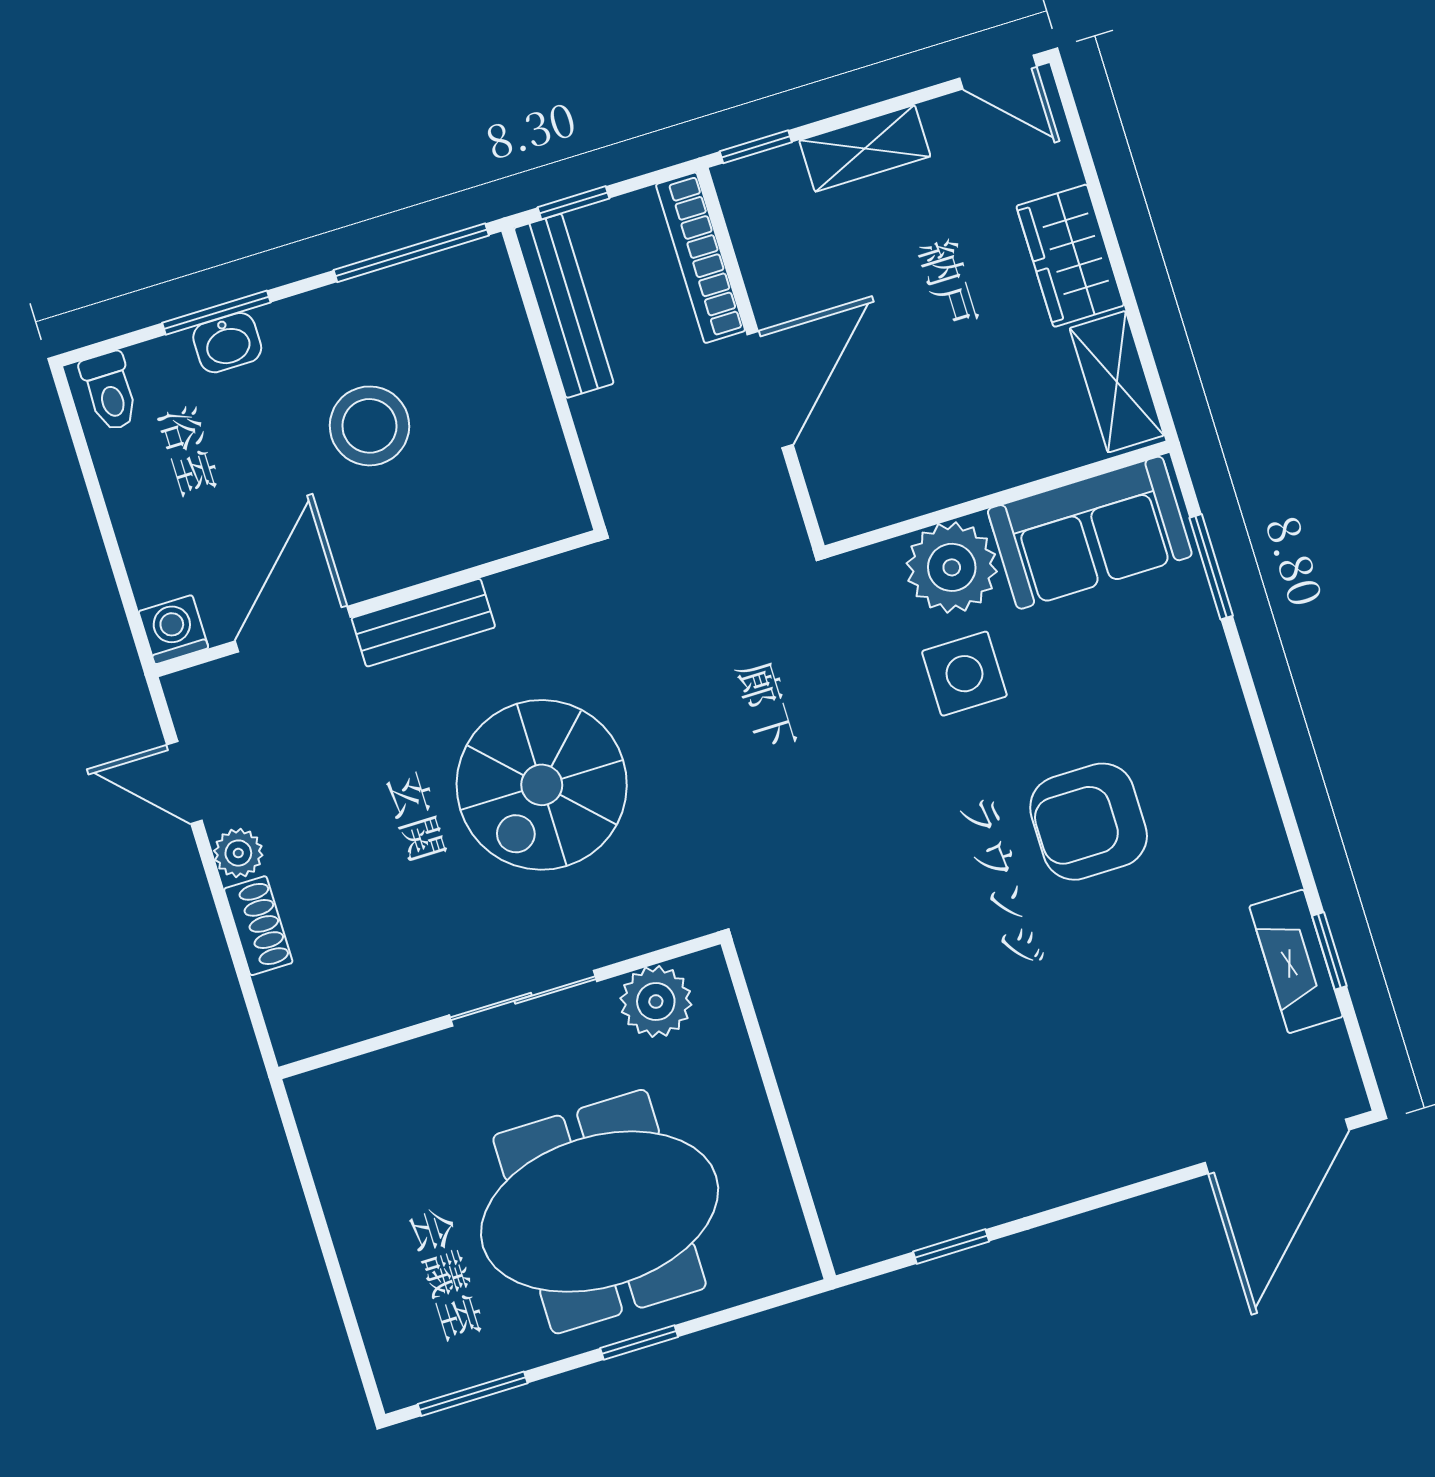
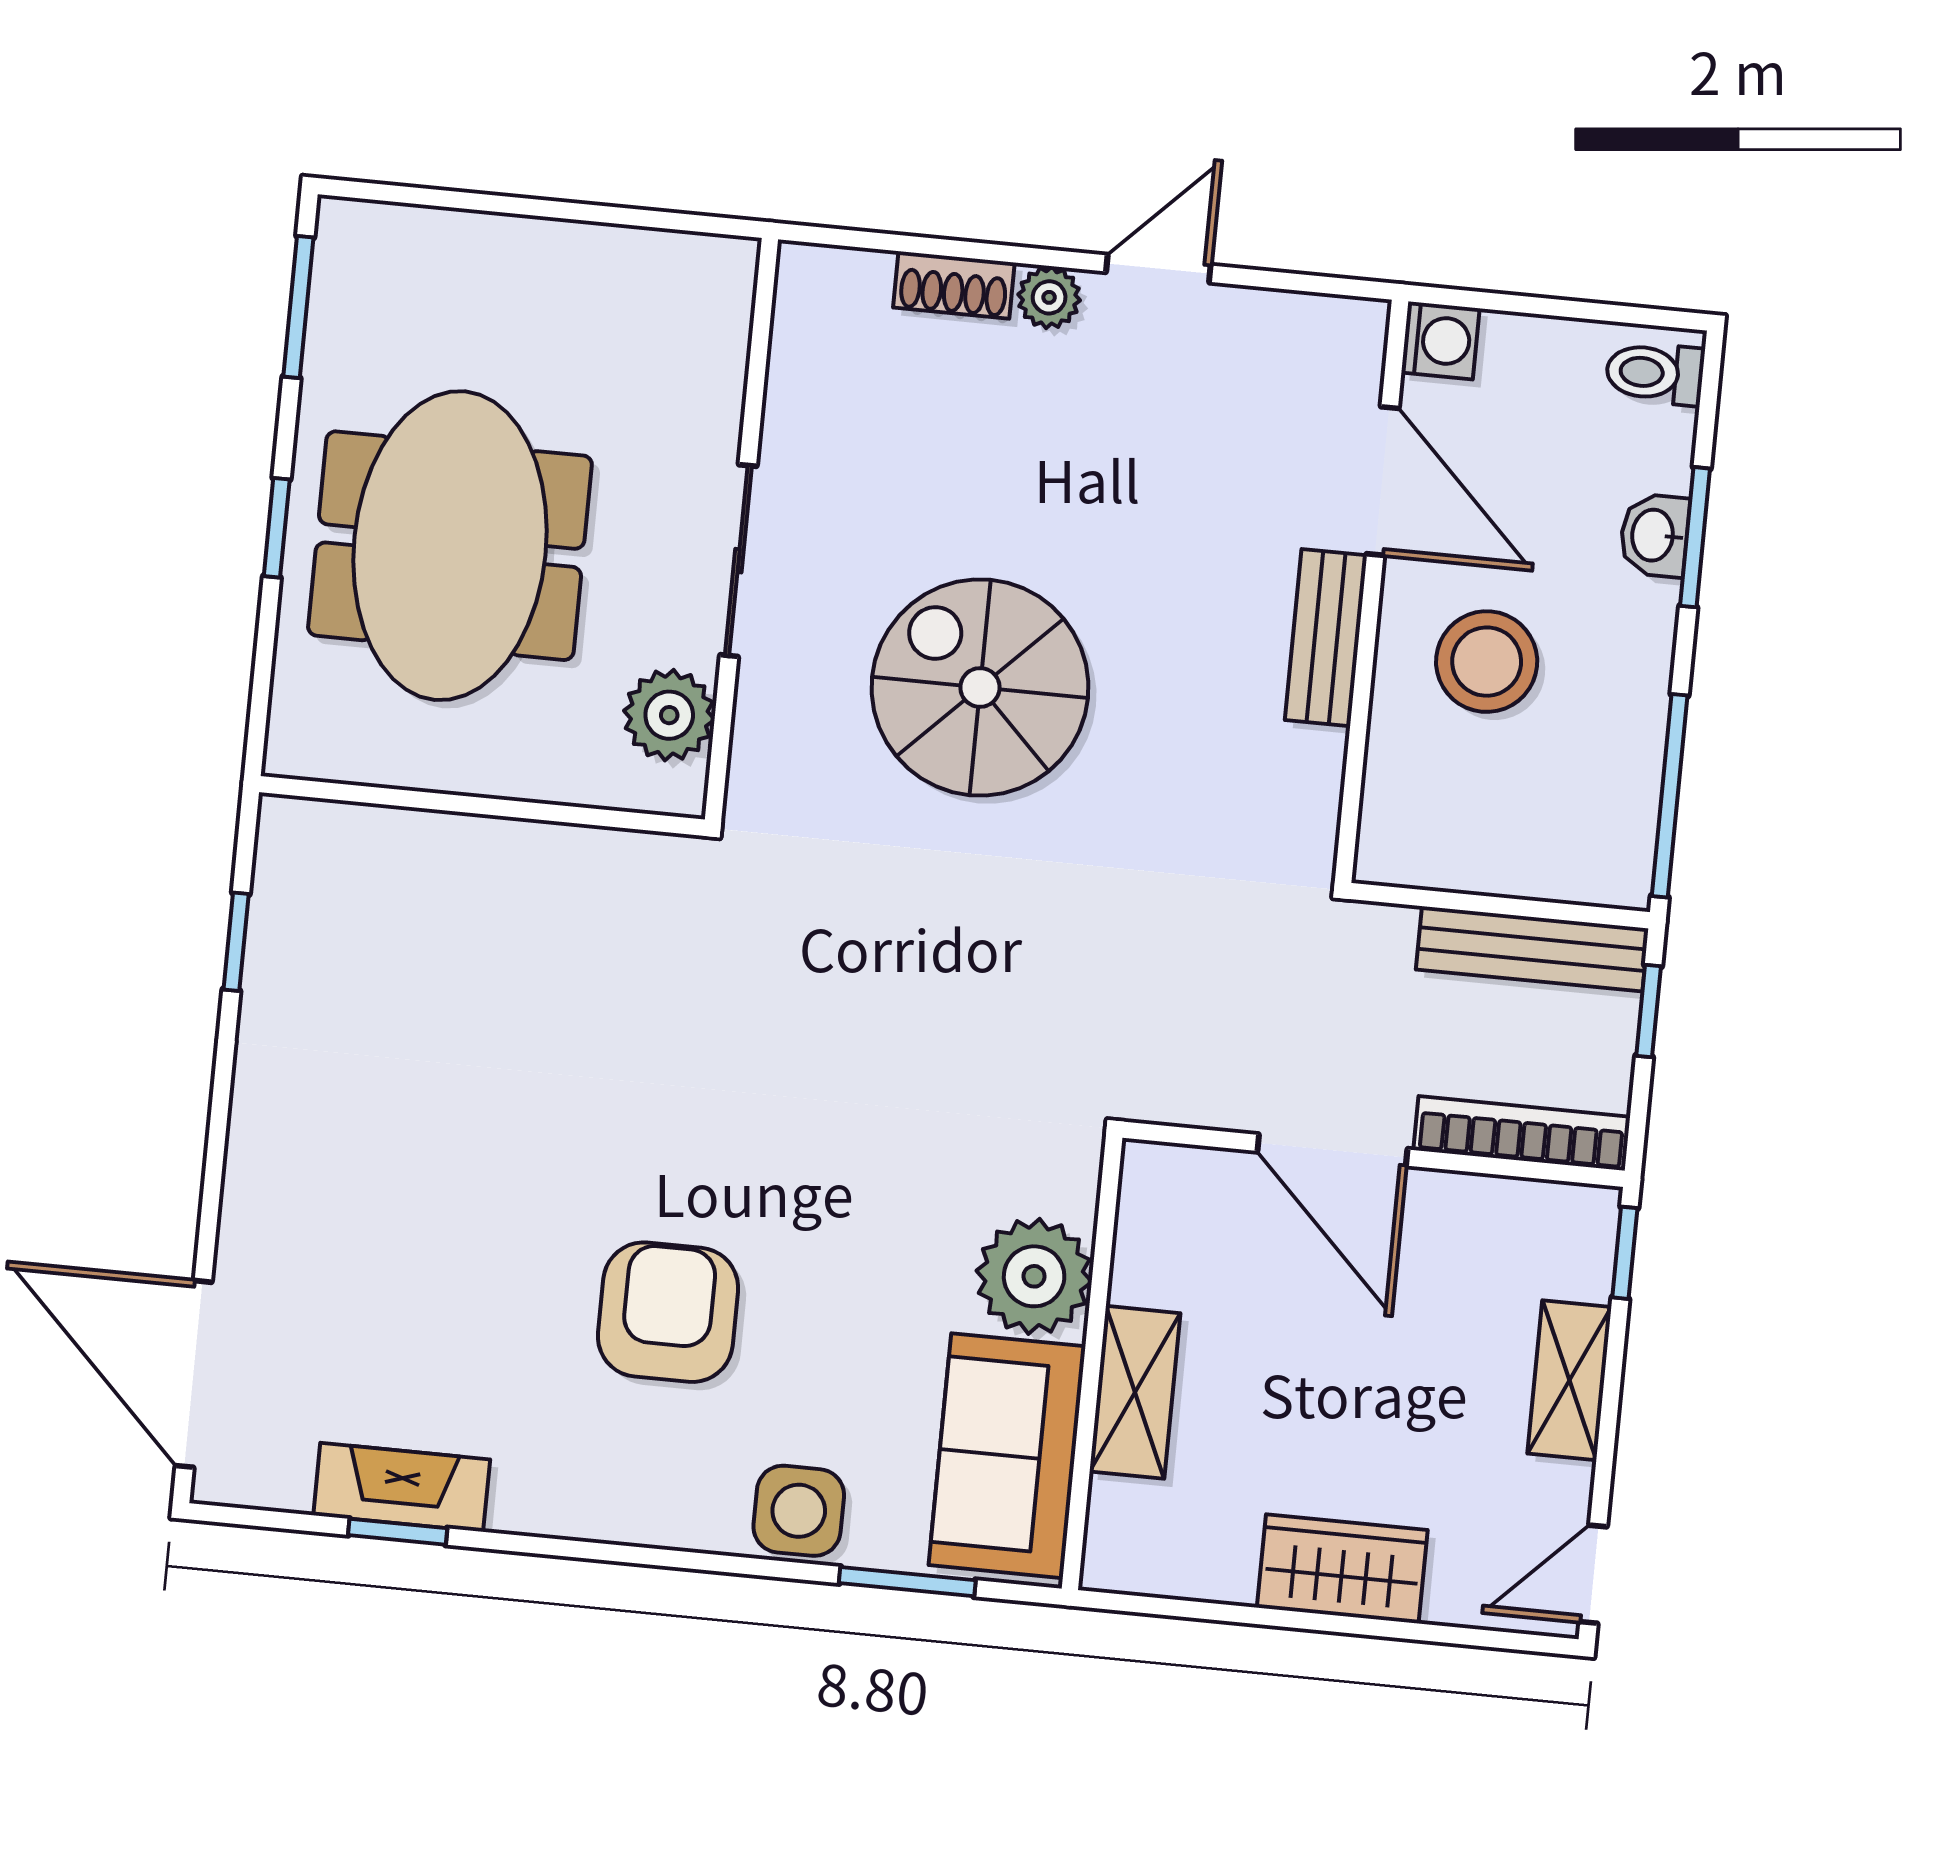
shelving: (1117, 382) -> (1135, 1392), moved, turned 90
wall: (376, 604) -> (1372, 591), moved
bench: (423, 623) -> (1326, 638), moved
door: (293, 629) -> (1382, 481), moved
washing machine: (173, 630) -> (1440, 340), moved
side table: (964, 674) -> (799, 1511), moved

